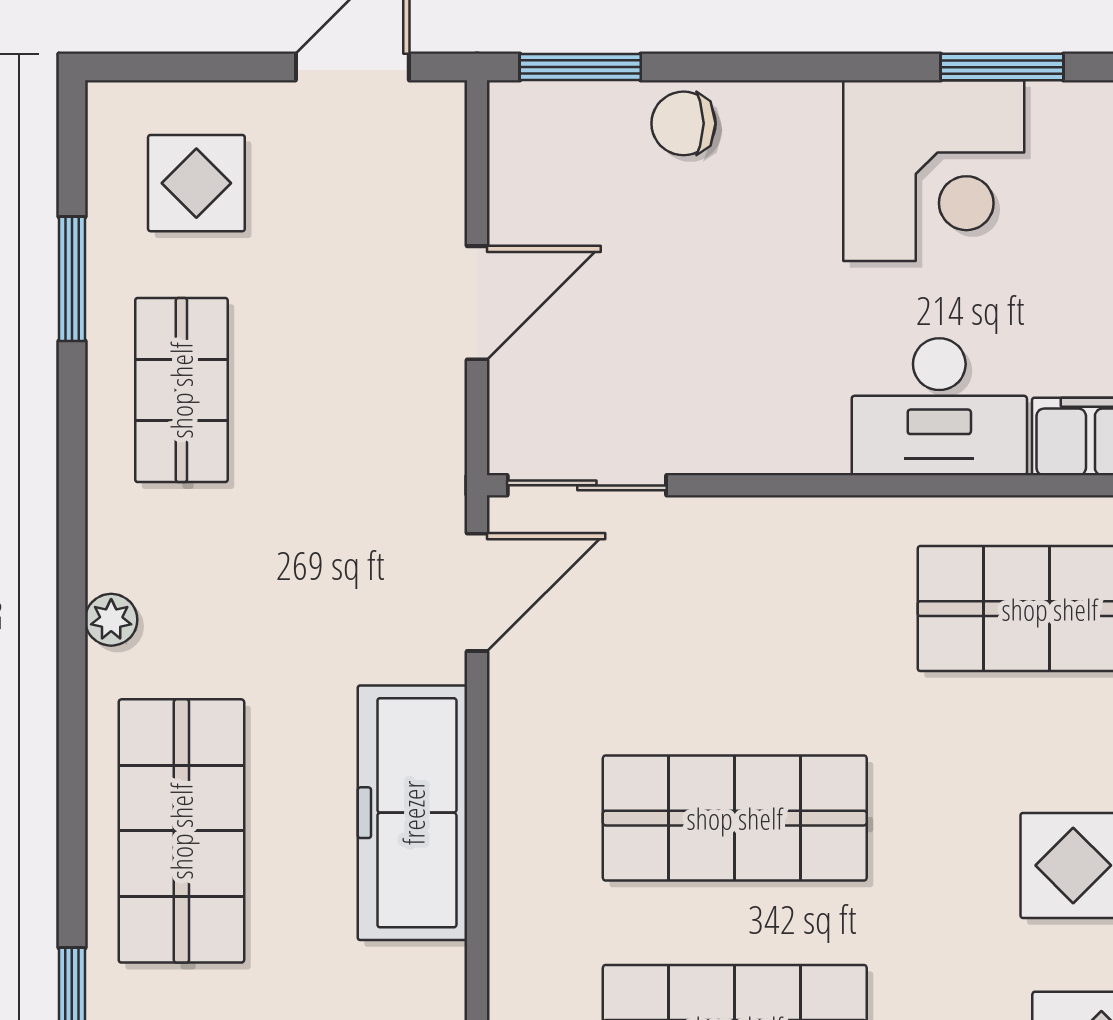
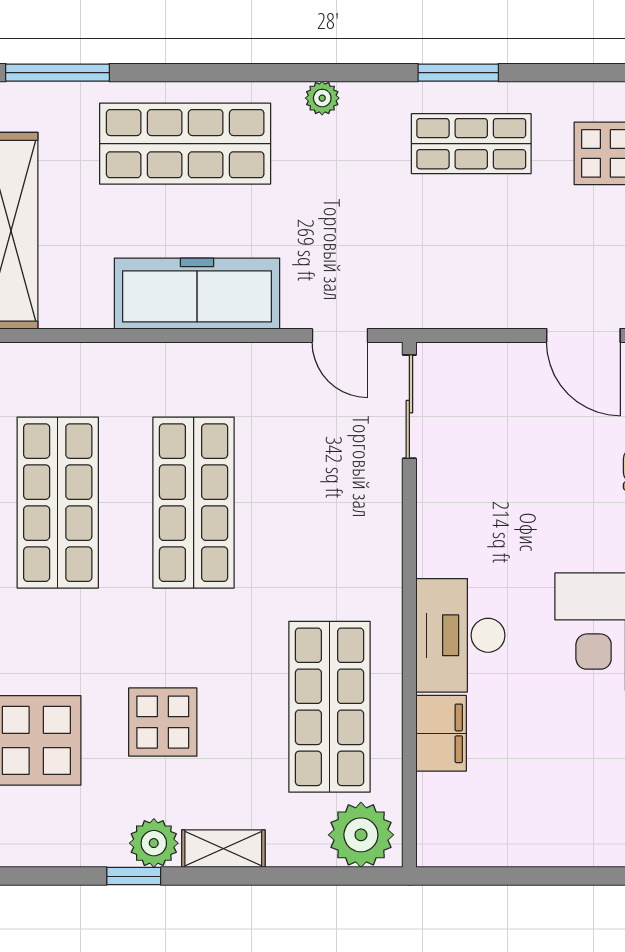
window: (72, 279) -> (458, 73), moved
door: (477, 303) -> (583, 335), moved
door: (477, 592) -> (340, 335), width x0.73

